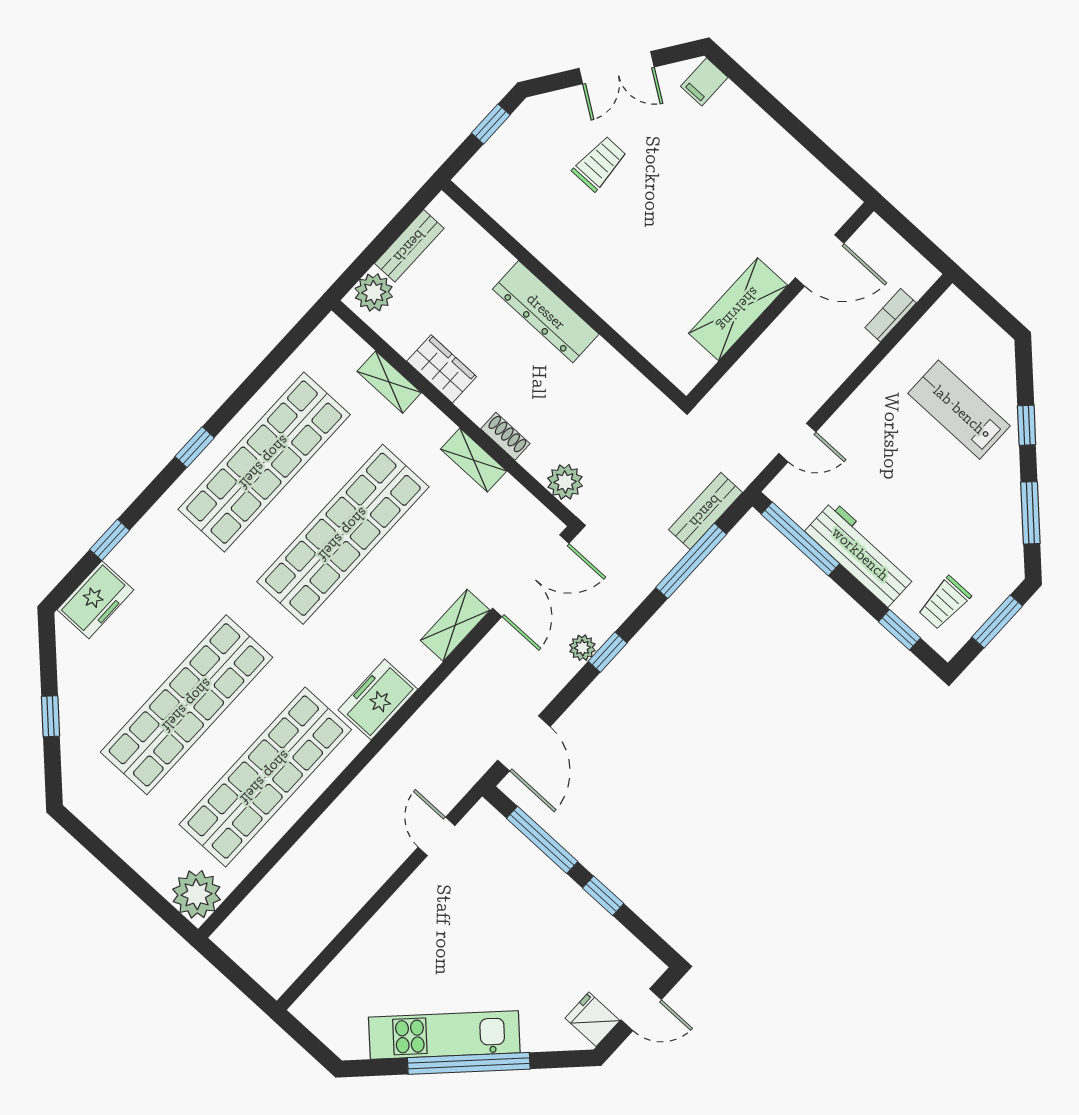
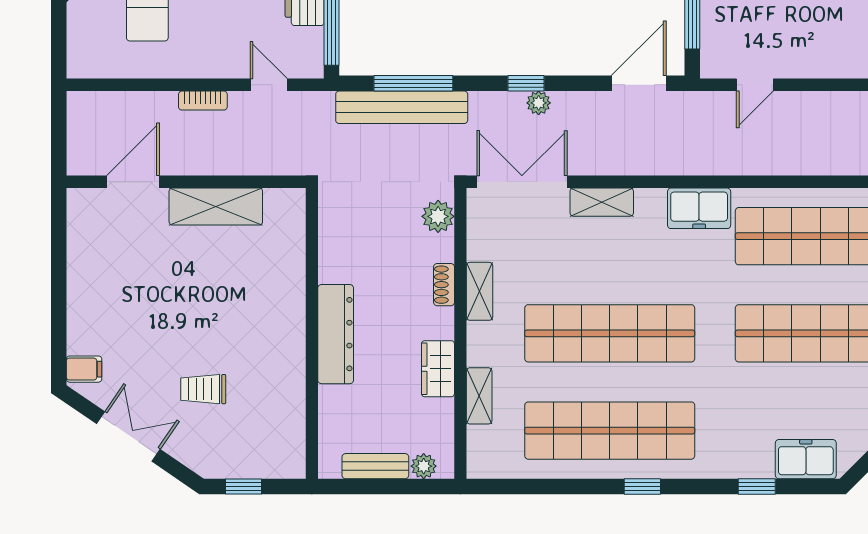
door: (820, 261) -> (133, 182), hinge flipped
plant: (374, 292) -> (424, 466), width x0.73, depth x0.73
bookcase: (891, 315) -> (203, 101), moved
bench: (705, 511) -> (402, 107), width x1.86, depth x1.21

